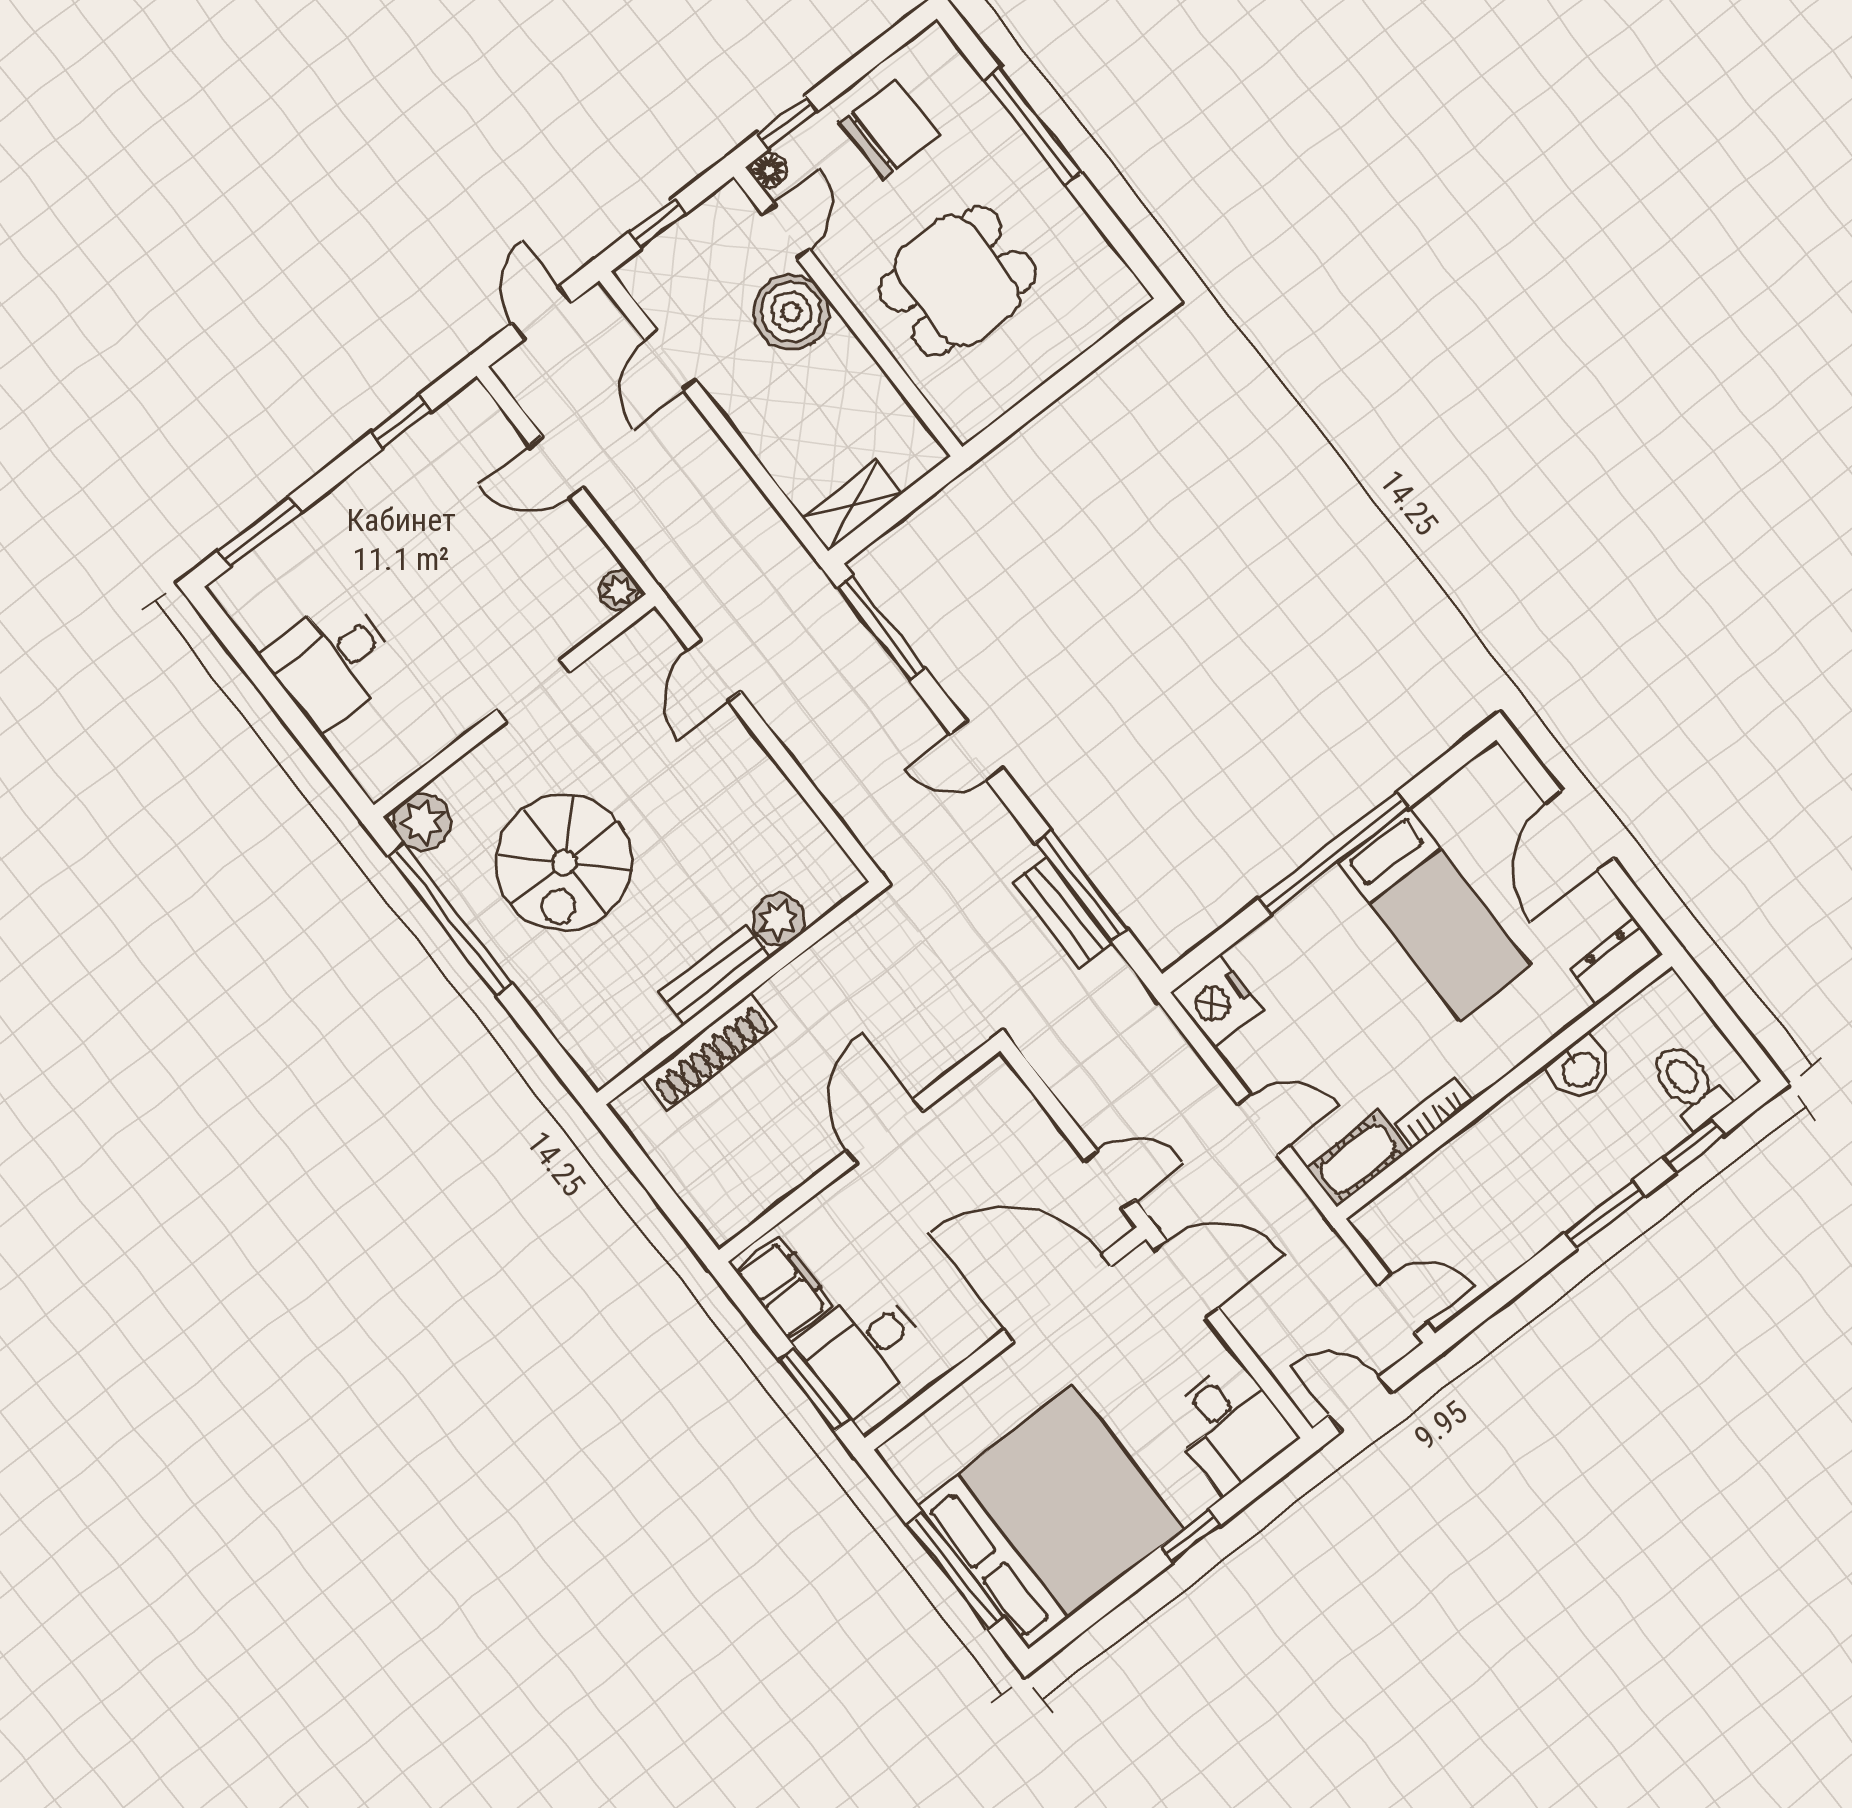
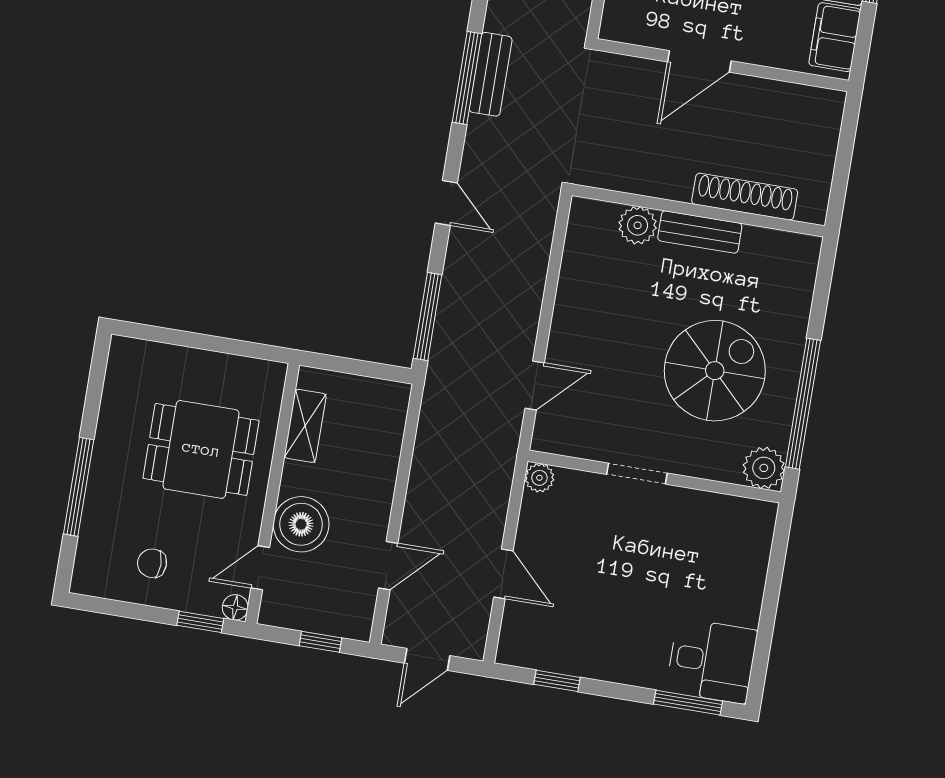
chair: (889, 128) -> (152, 563), width x0.54, depth x0.54
shelving: (852, 505) -> (305, 426), moved, turned 90
desk: (332, 662) -> (712, 661), moved

